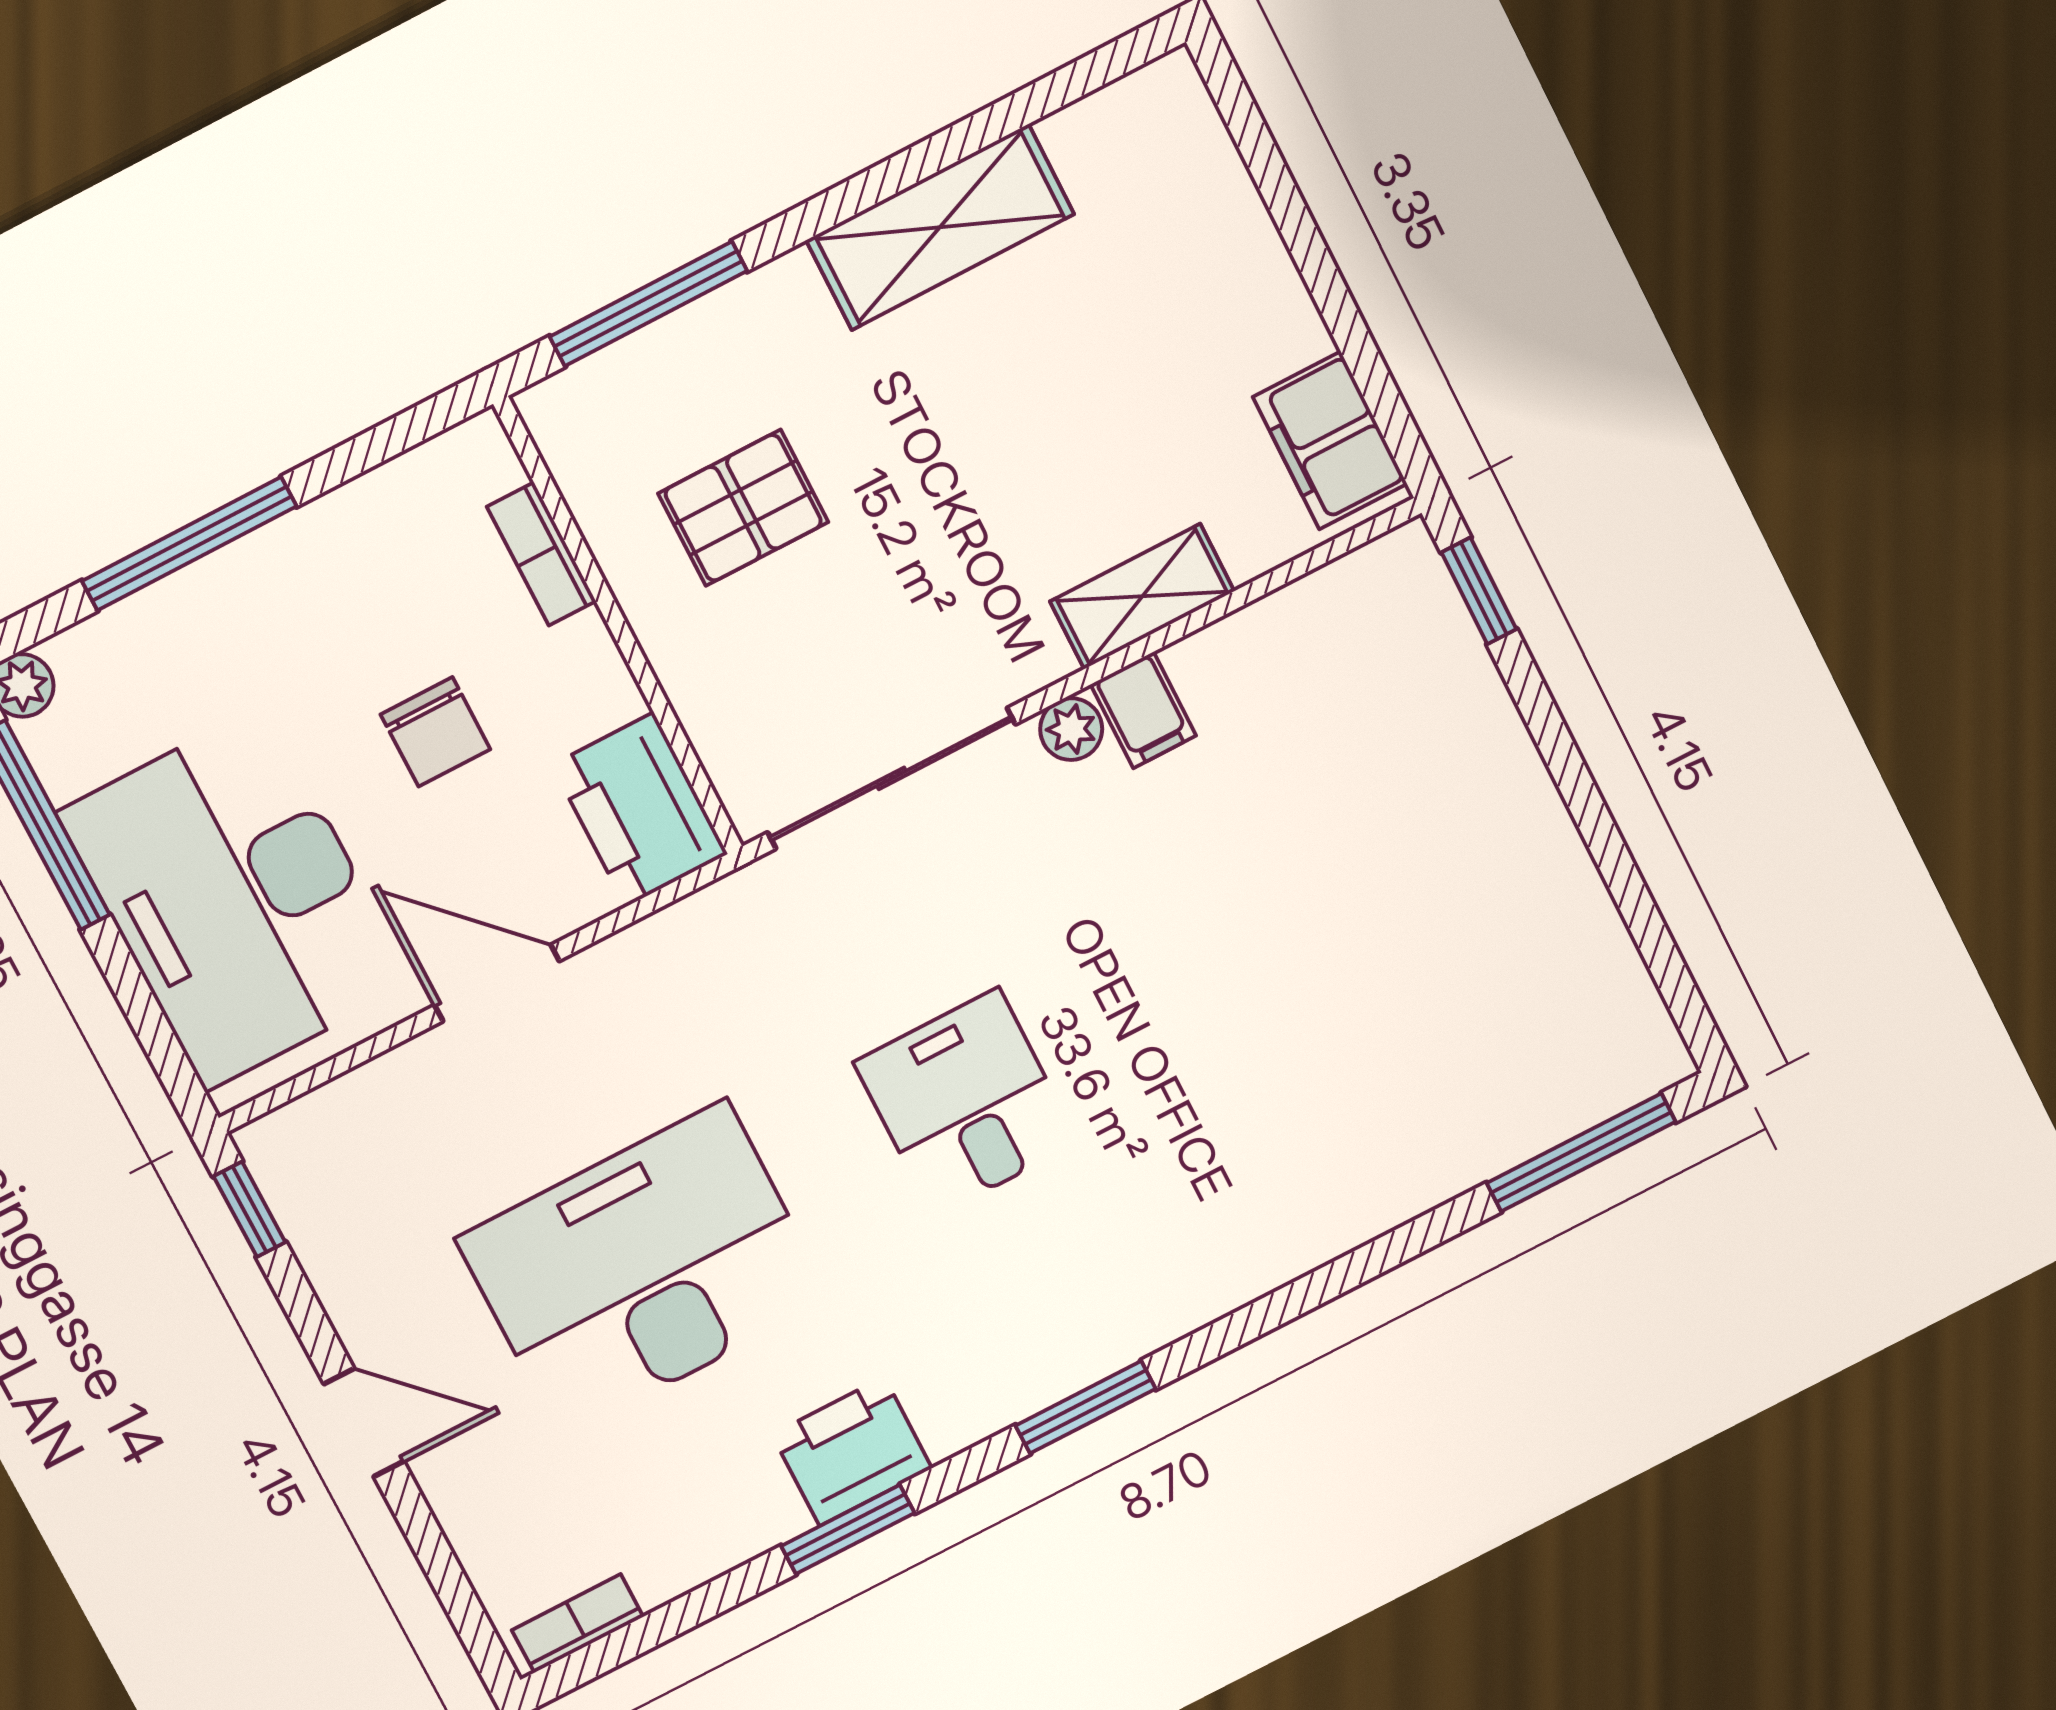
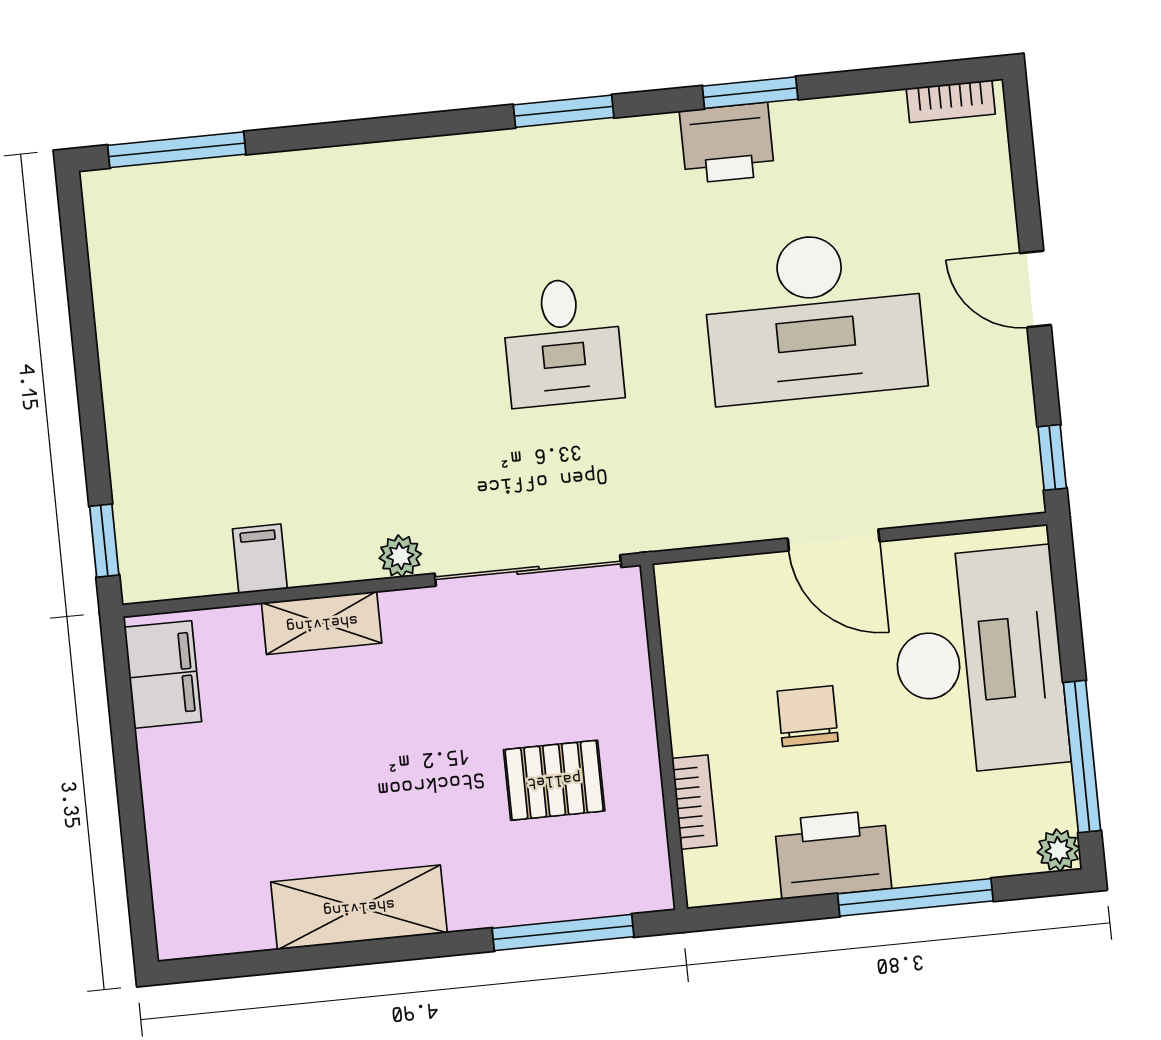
filing cabinet: (1143, 710) -> (260, 559), moved
printer: (640, 810) -> (833, 854), moved, turned -90

